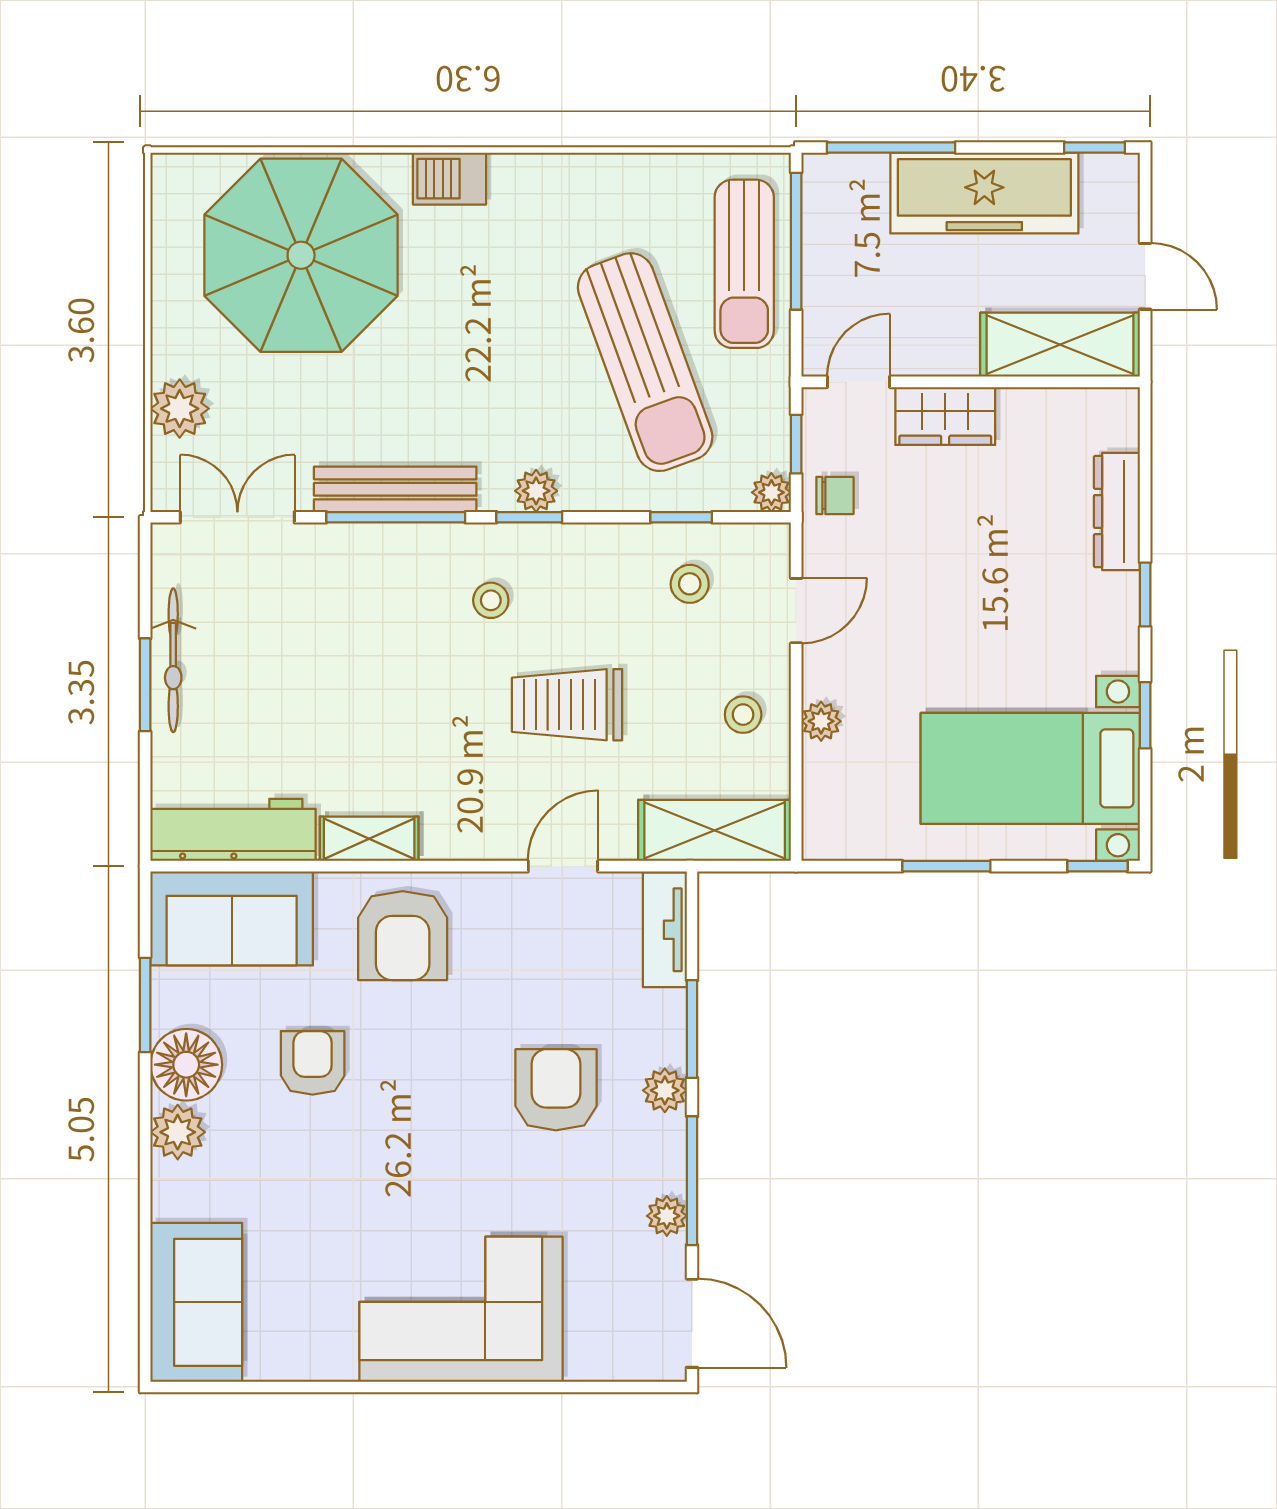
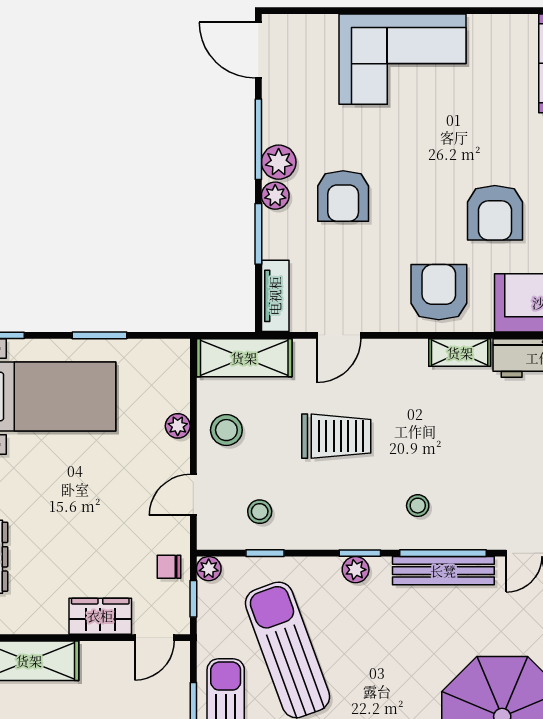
stool: (491, 600) -> (418, 506), moved
stool: (743, 715) -> (226, 430), width x1.37, depth x1.37
armchair: (313, 1063) -> (495, 213), width x1.38, depth x1.38
plant: (667, 1216) -> (279, 162), moved, width x1.38, depth x1.38

